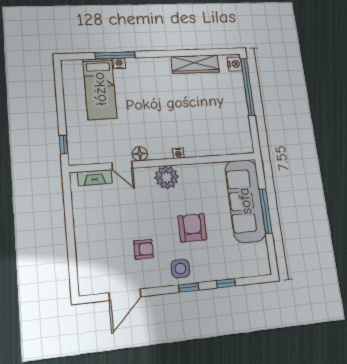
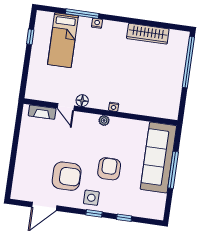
nightstand: (119, 63) -> (97, 23), moved
nightstand: (235, 64) -> (183, 40), removed
window: (64, 144) -> (30, 37), moved
plant: (167, 177) -> (104, 120), width x0.53, depth x0.53
armchair: (144, 249) -> (67, 176), width x1.88, depth x1.88

